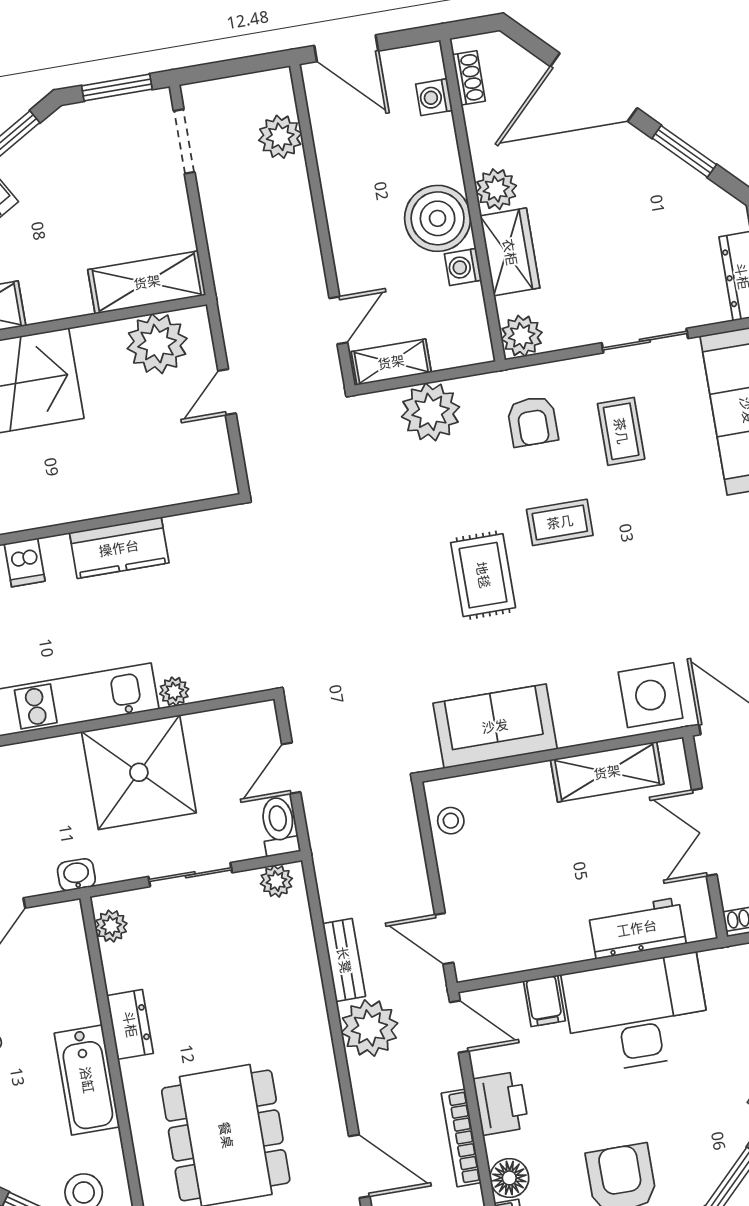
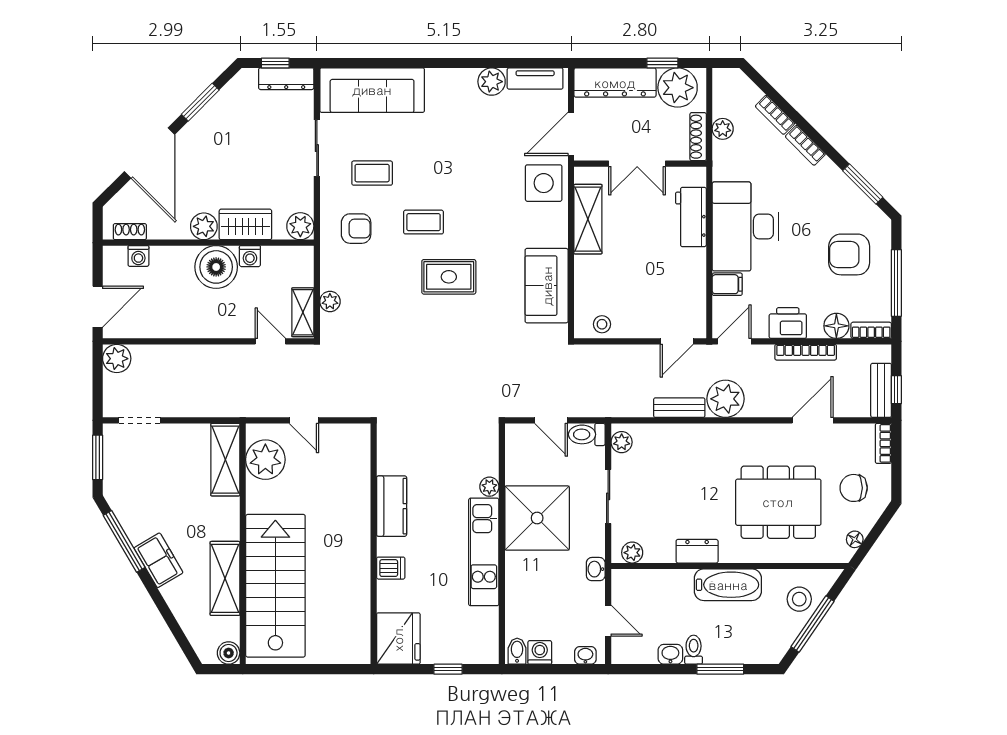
plant: (280, 137) -> (117, 359), moved
plant: (431, 412) -> (330, 301), width x0.53, depth x0.53
coffee table: (560, 522) -> (424, 222), turned 90

